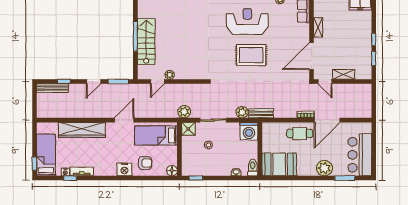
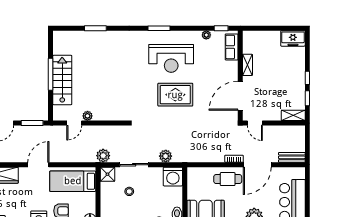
reception desk: (247, 21) -> (171, 58), turned 180
shelving: (344, 74) -> (293, 115), moved
bench: (261, 113) -> (292, 157), moved

